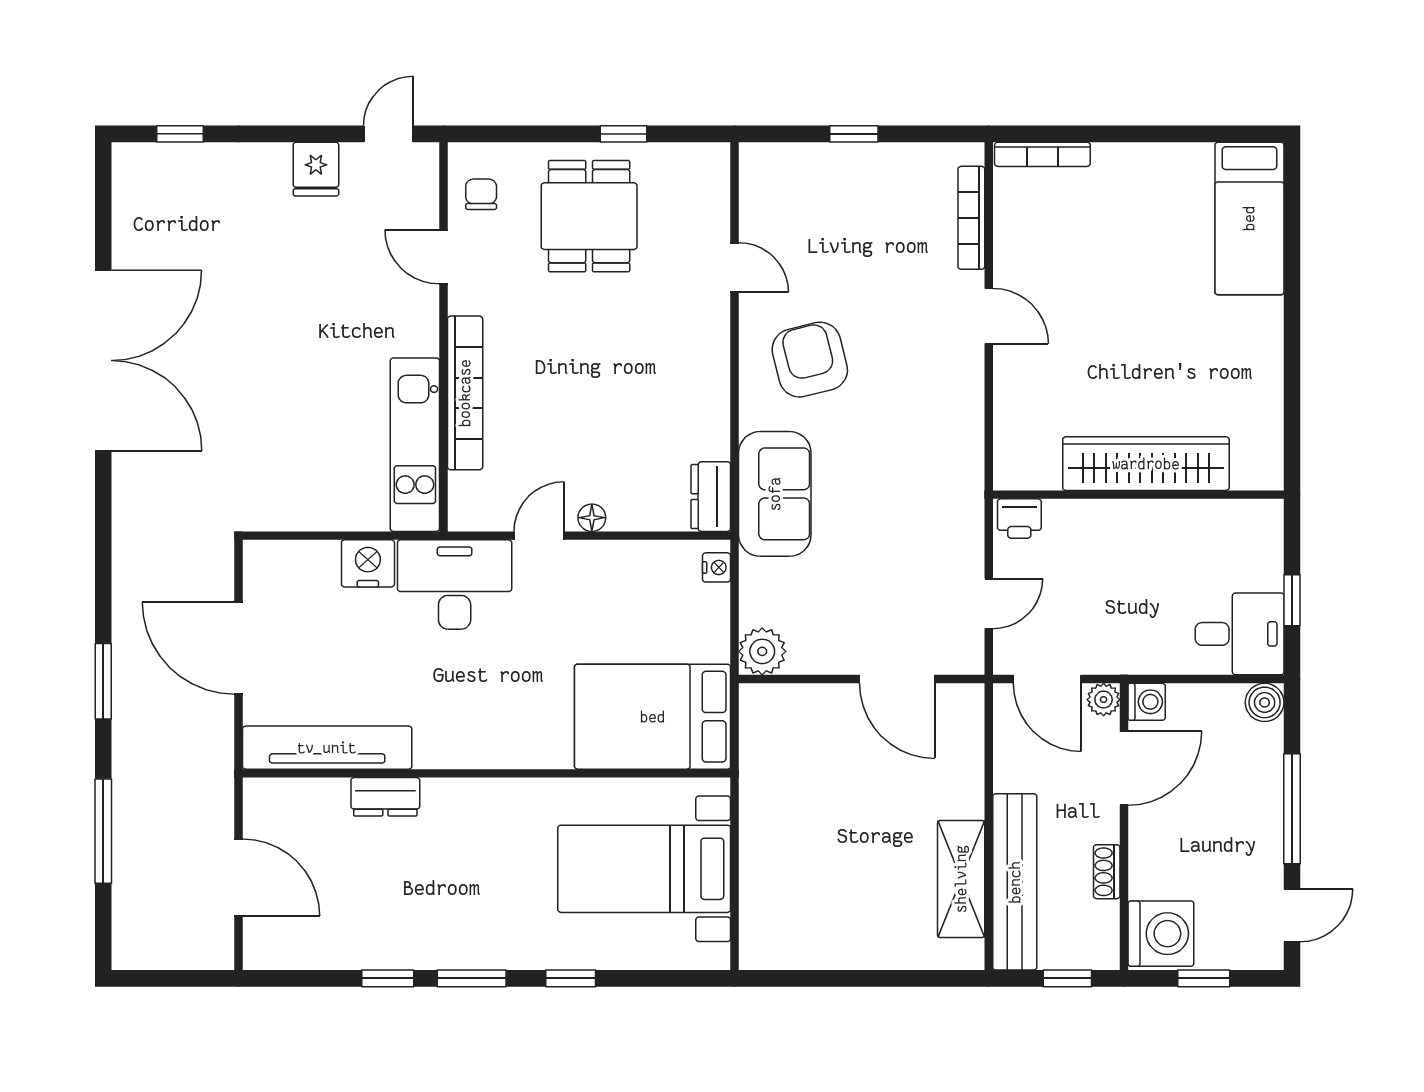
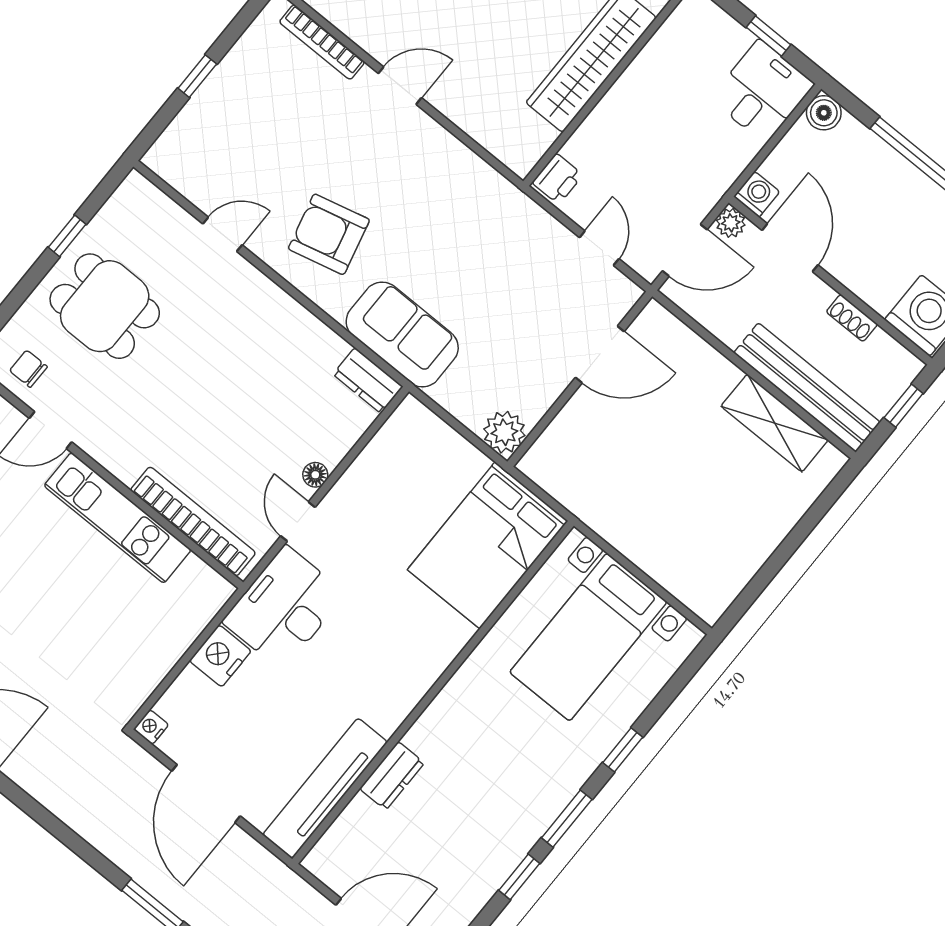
bookcase: (465, 393) -> (193, 521), moved
kitchen unit: (415, 445) -> (118, 518), moved
nightstand: (717, 567) -> (151, 727), moved, turned -90
door: (239, 648) -> (206, 794), hinge flipped

